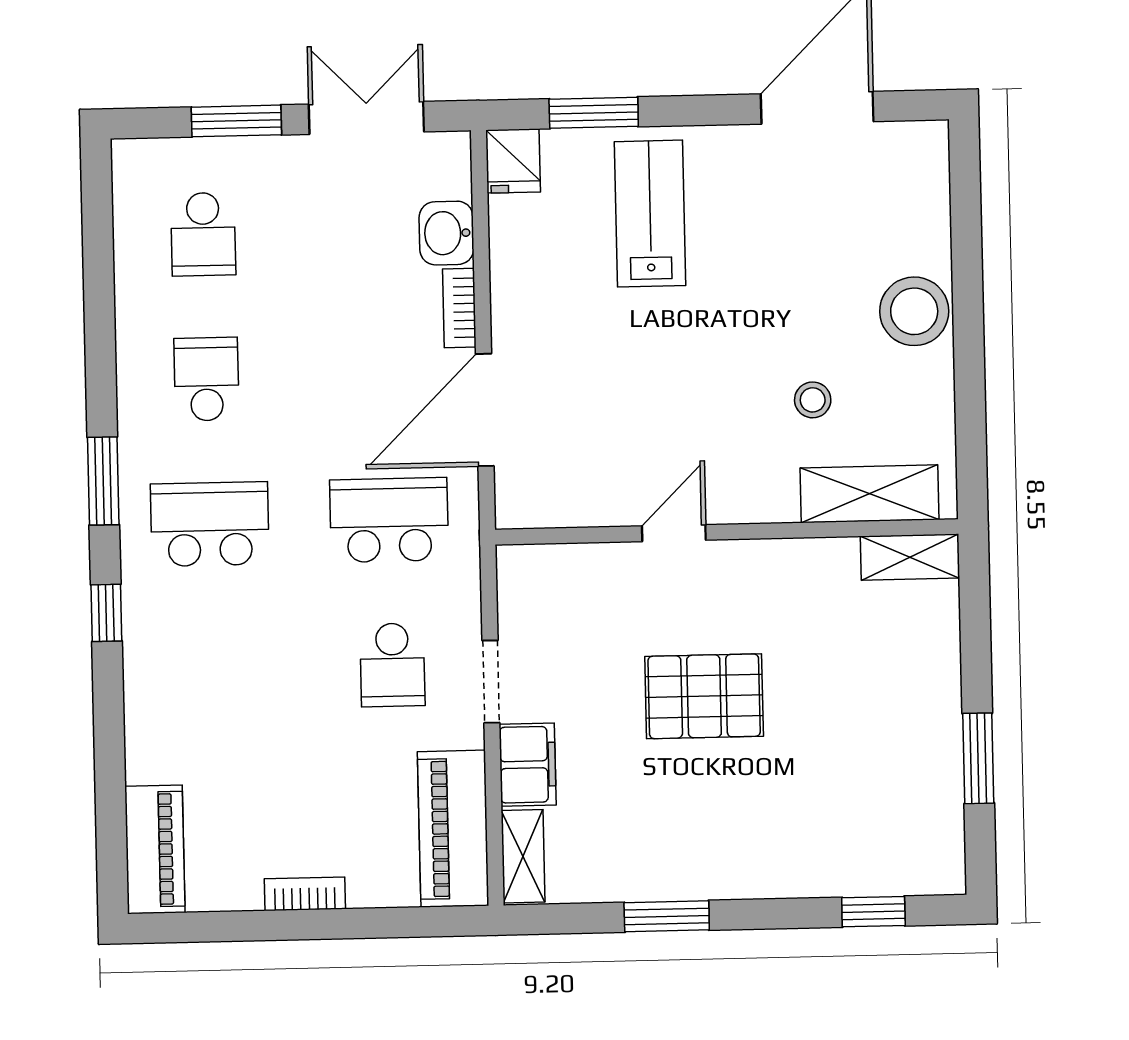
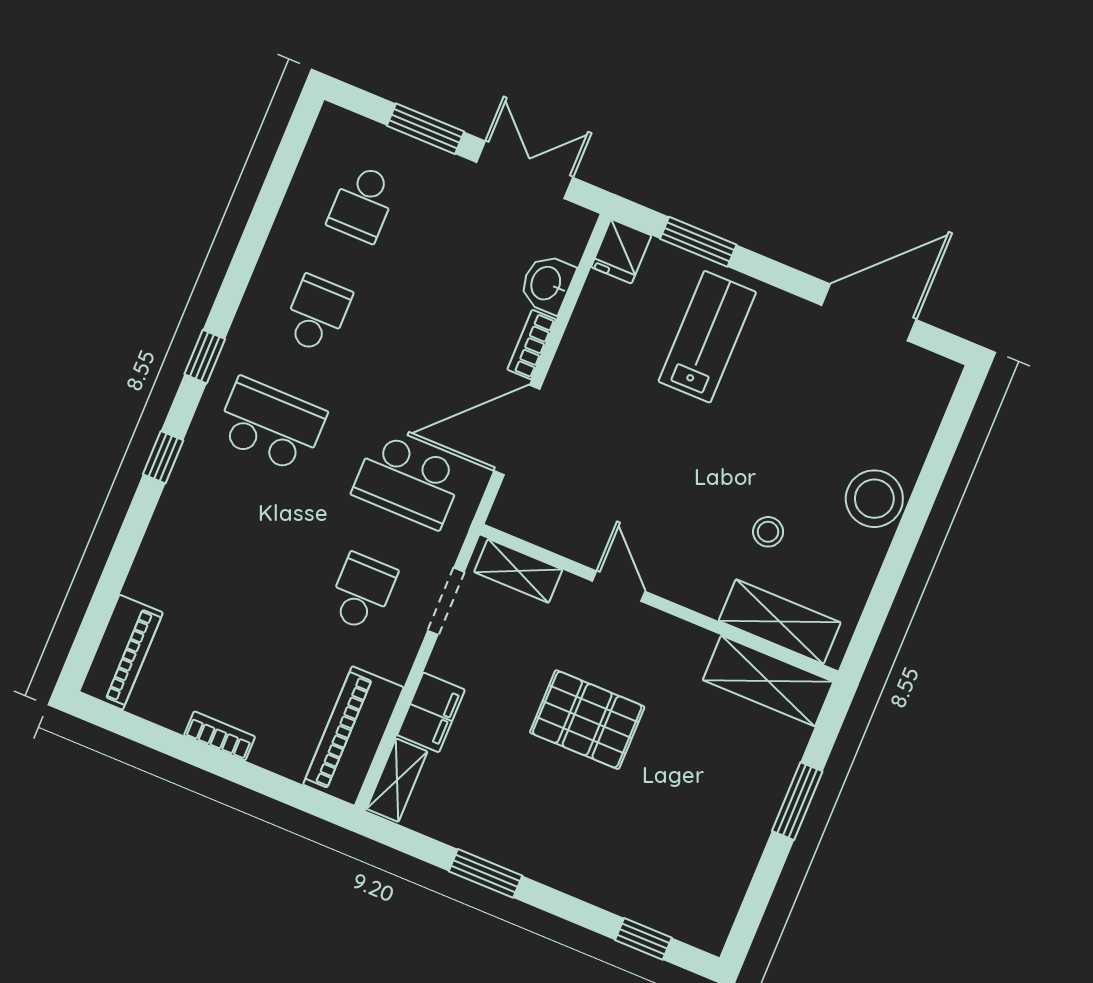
window: (103, 481) -> (205, 357), width x0.67
school desk: (389, 520) -> (408, 481), turned 180
door: (674, 533) -> (619, 586), hinge flipped
shelving: (910, 557) -> (768, 681), width x1.50, depth x1.33
shelving: (555, 565) -> (518, 571), added
school desk: (392, 665) -> (362, 592), turned 180
doorway: (491, 682) -> (446, 601), moved
window: (978, 758) -> (797, 801), moved

